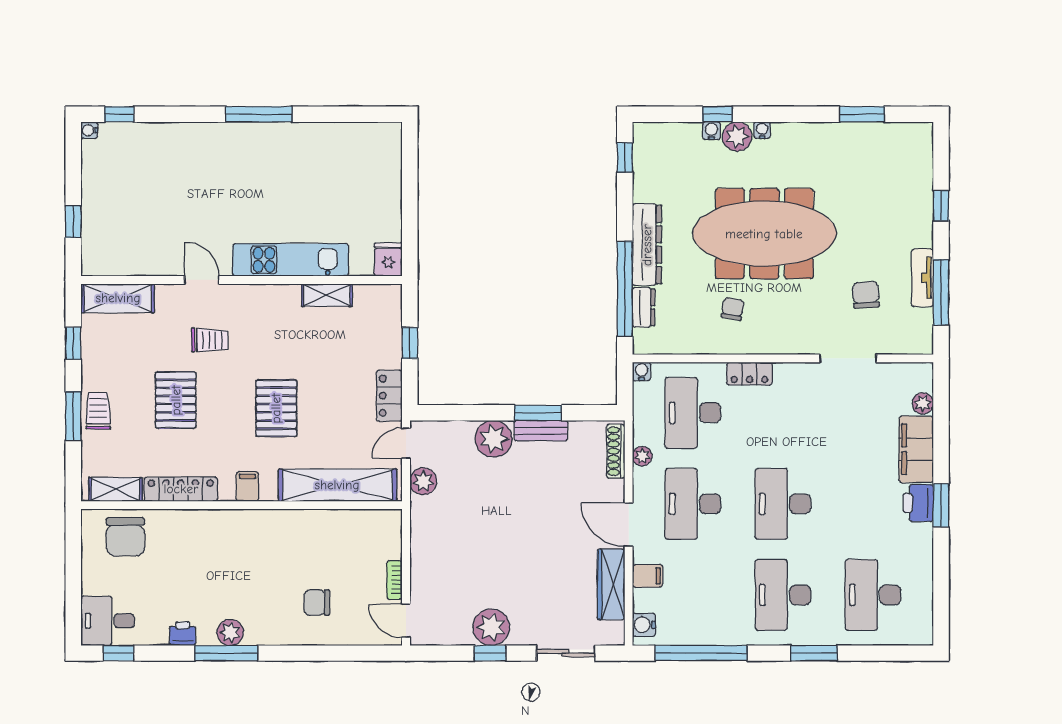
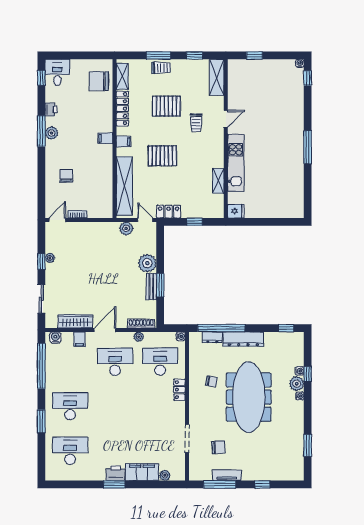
desk: (783, 504) -> (115, 406), removed
filing cabinet: (241, 524) -> (105, 138), added
plant: (491, 627) -> (50, 258), width x0.53, depth x0.53

